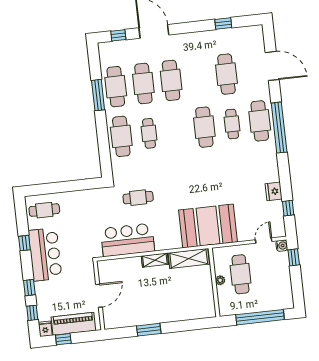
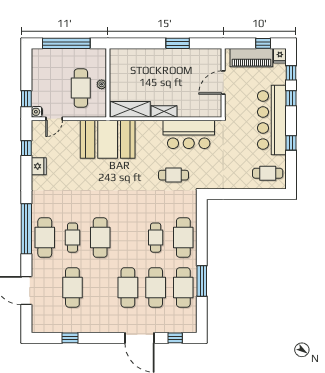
bar counter: (45, 254) -> (272, 120), width x1.36

